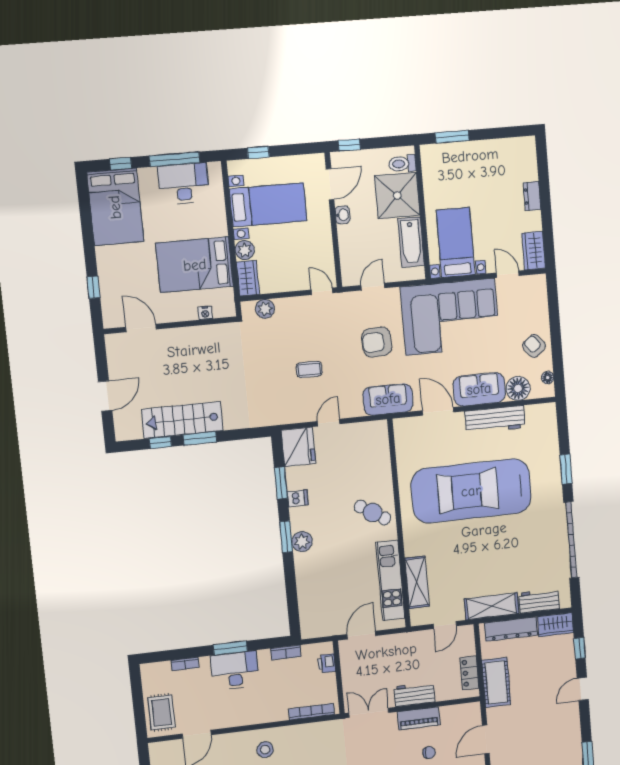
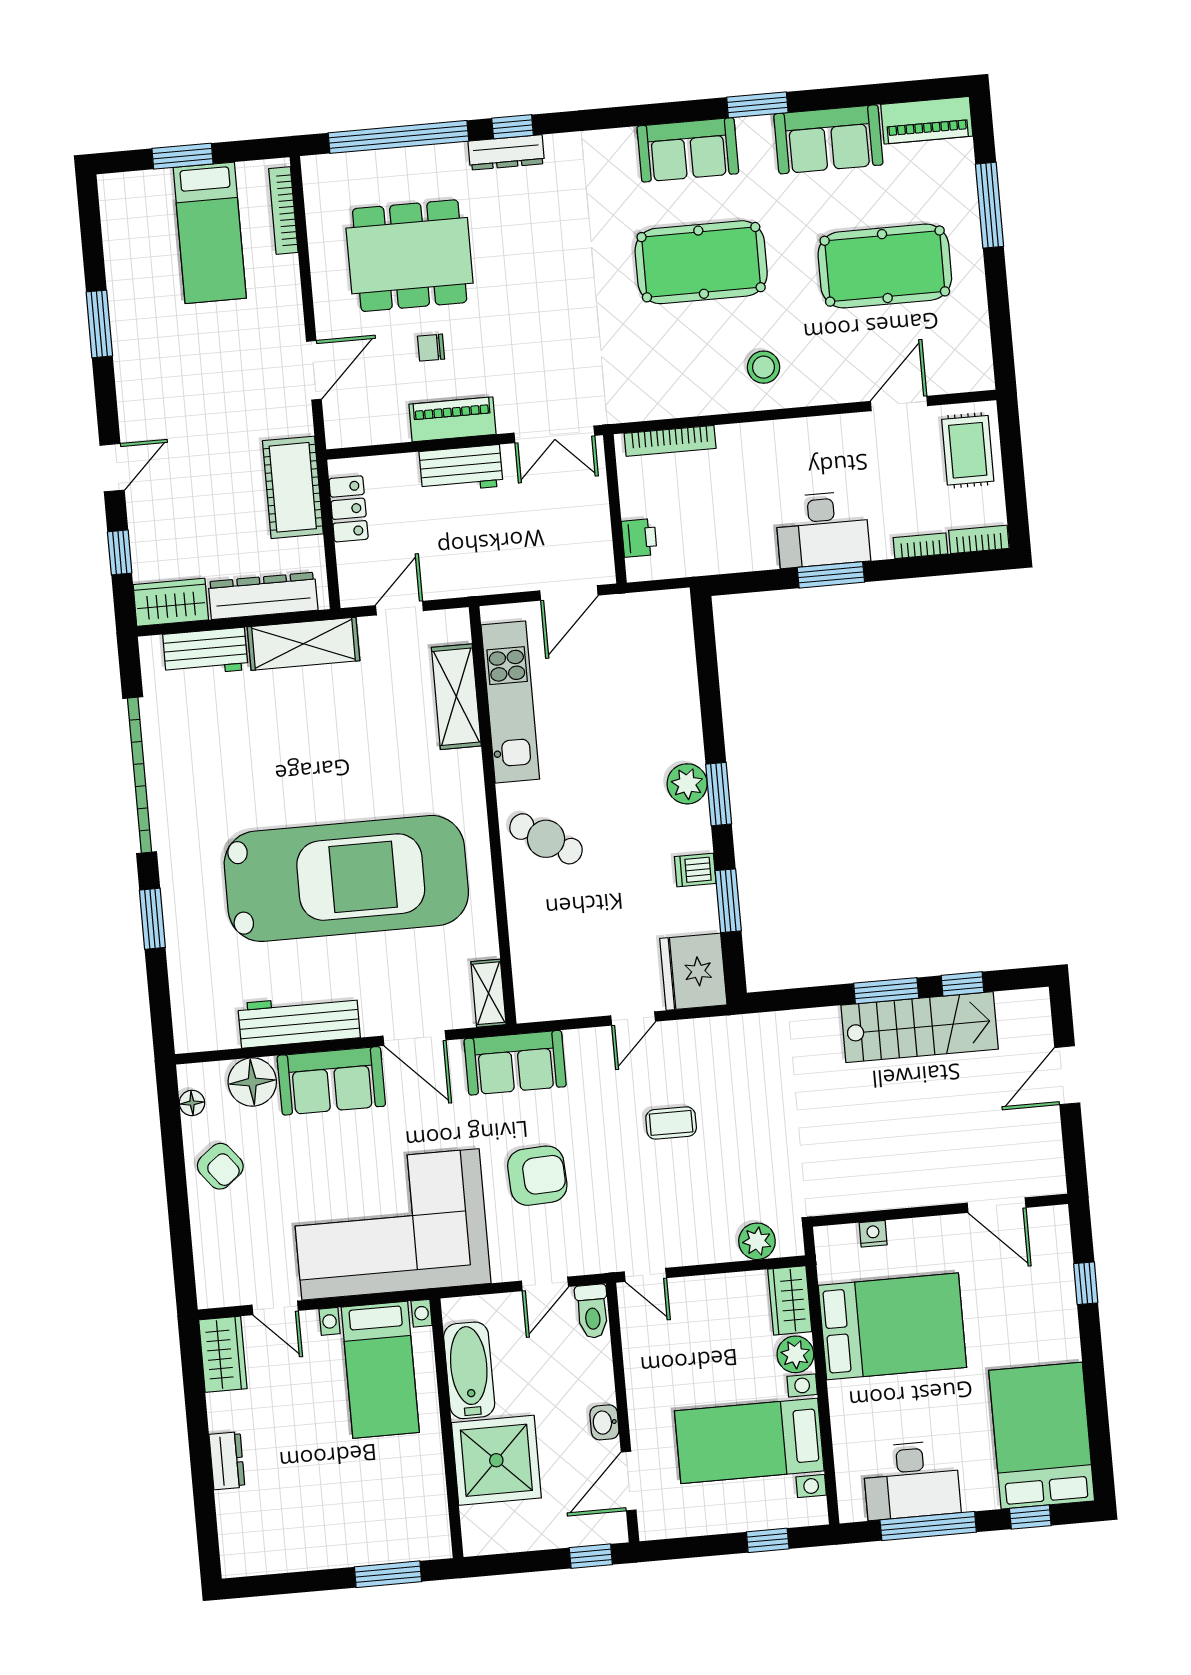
toilet: (402, 164) -> (592, 1311), moved, turned 90
shelving: (401, 434) -> (489, 993), added
bookcase: (286, 652) -> (979, 539), moved

